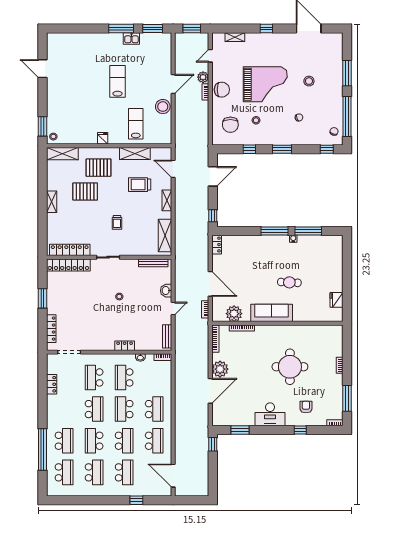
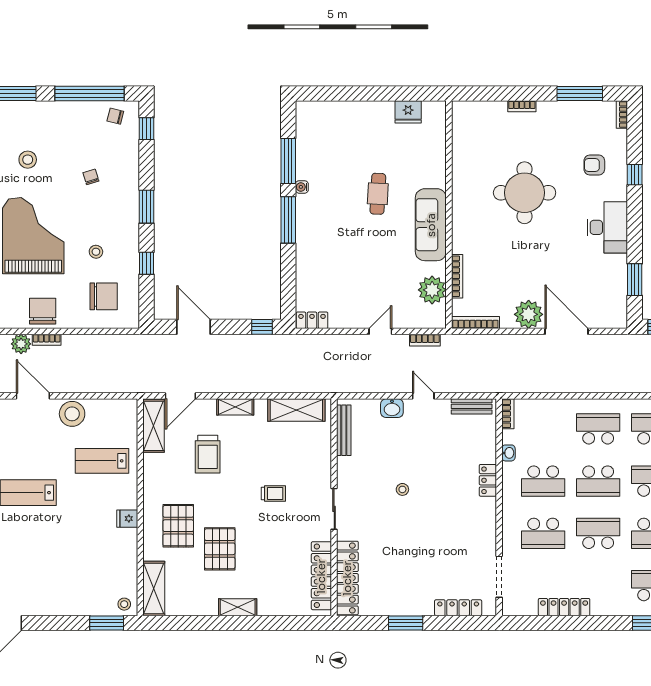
shelving: (135, 153) -> (154, 426), moved
door: (210, 284) -> (380, 331), width x0.53
locker: (52, 384) -> (564, 607), width x1.53

